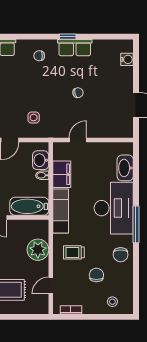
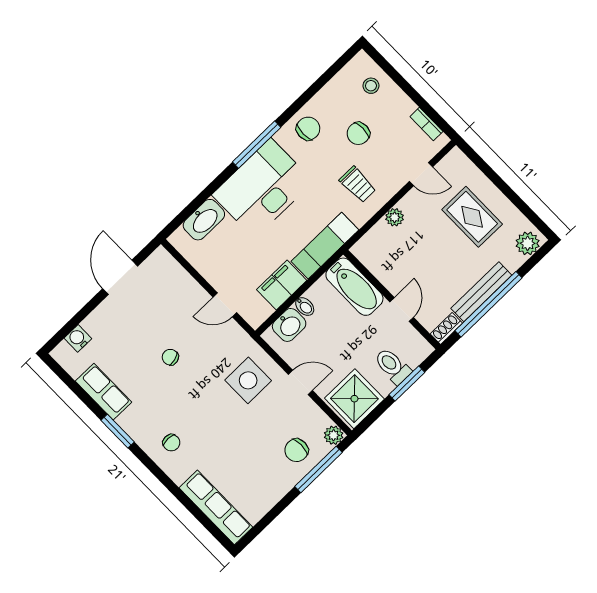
window: (68, 37) -> (118, 431), width x1.50
row of seats: (75, 48) -> (104, 392), moved
side table: (34, 118) -> (248, 380), width x1.87, depth x1.87
plant: (38, 250) -> (395, 217), width x0.53, depth x0.53

